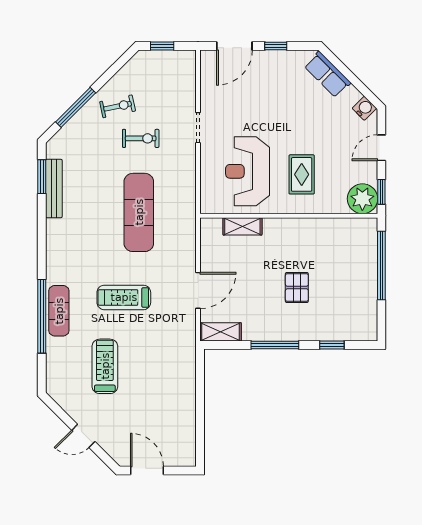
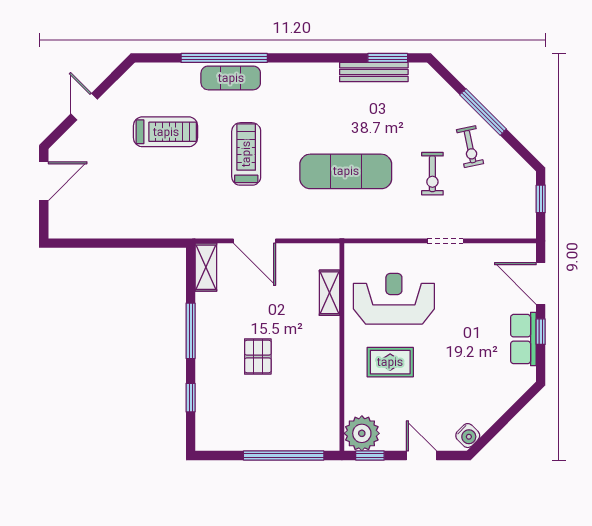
row of seats: (327, 74) -> (523, 339), moved, turned -45
window: (76, 107) -> (483, 112), moved
pallet: (297, 288) -> (258, 357), turned 90

